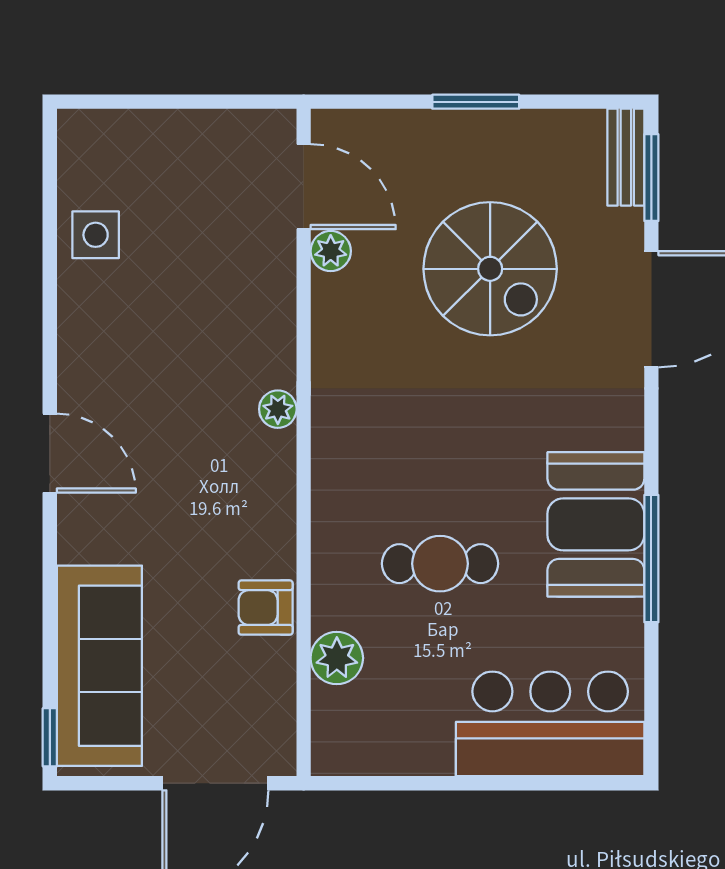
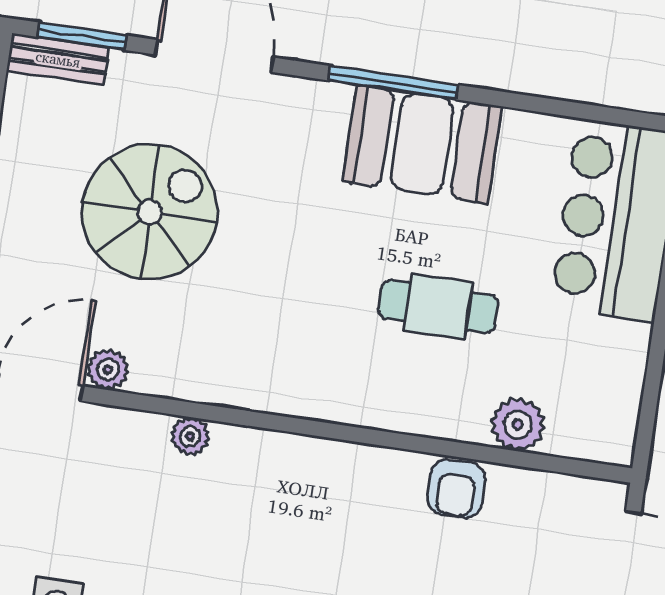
plant: (278, 409) -> (190, 436), moved
window: (651, 559) -> (393, 83), moved
cafe table: (440, 564) -> (438, 307), turned 90

